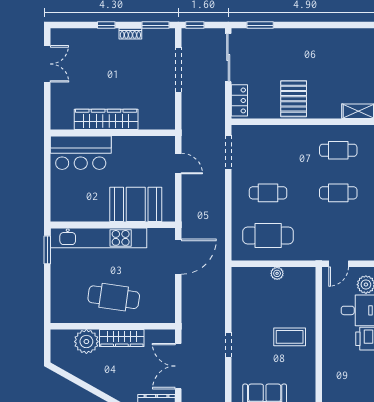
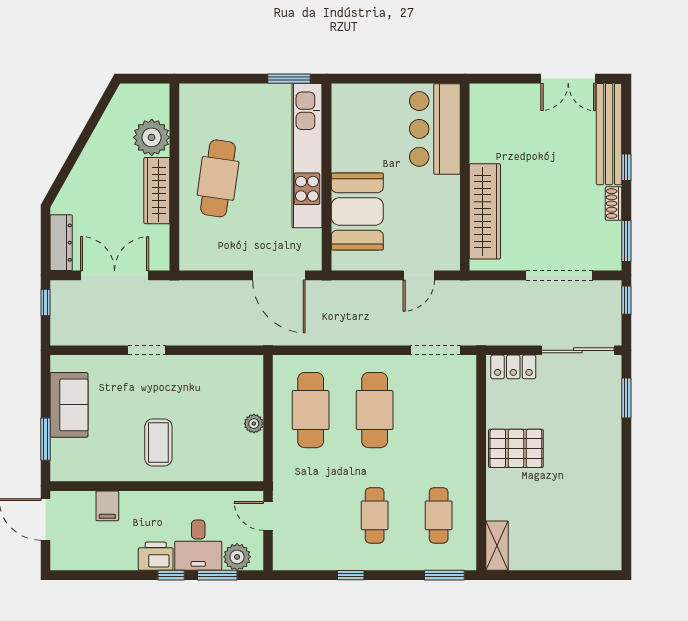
bench: (84, 37) -> (609, 134), added
wardrobe: (106, 119) -> (485, 211), moved
cafe table: (268, 193) -> (375, 410), width x1.37, depth x1.35
filing cabinet: (332, 371) -> (107, 506), added

